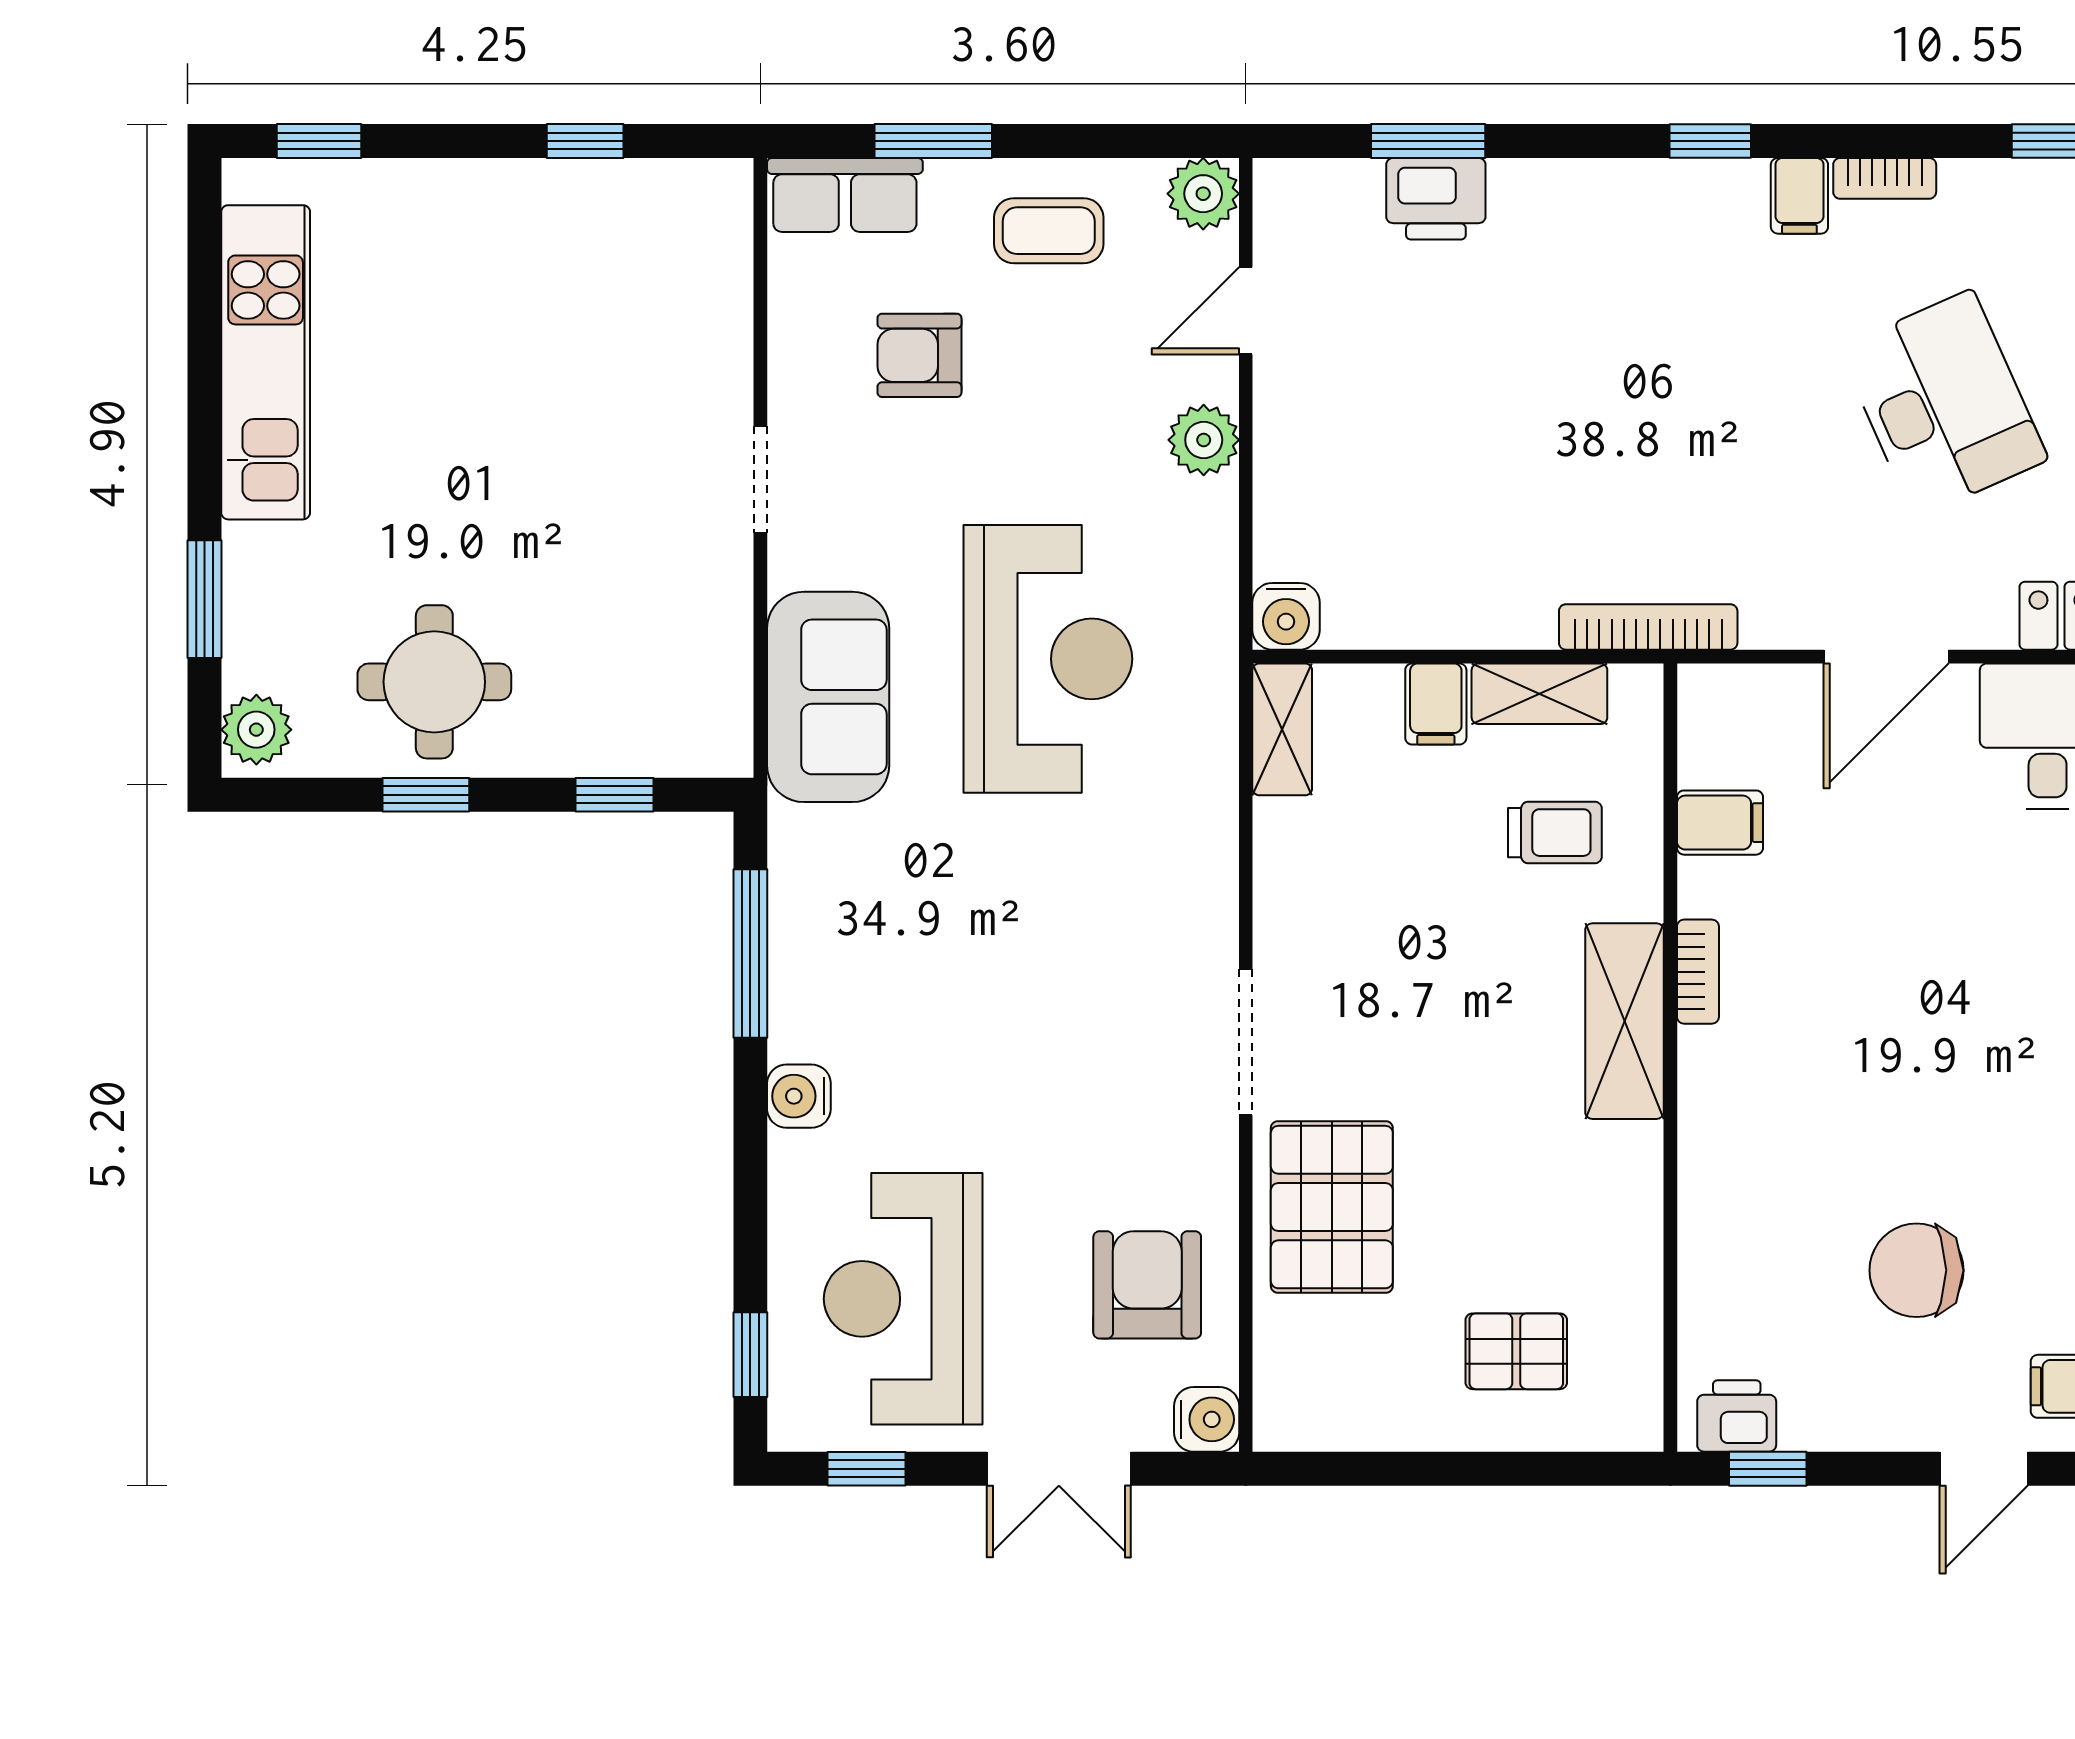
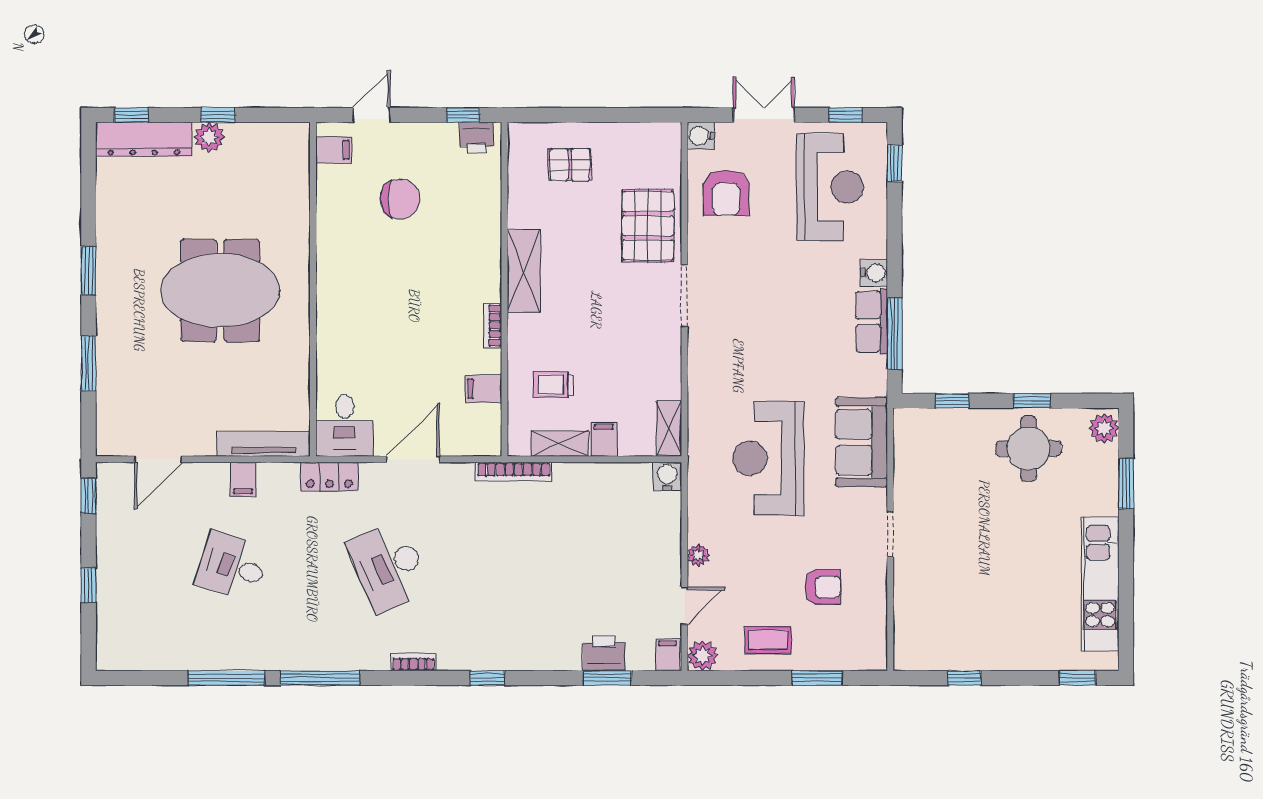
row of seats: (845, 195) -> (872, 322), moved, turned -90
filing cabinet: (1799, 196) -> (668, 655), moved
plant: (1204, 440) -> (698, 555), width x0.73, depth x0.73
shelving: (1624, 1021) -> (524, 271), moved

